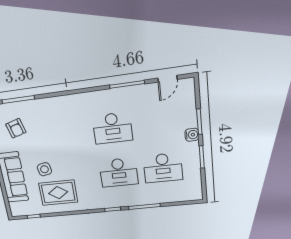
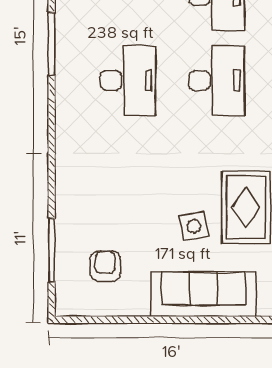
armchair: (16, 128) -> (105, 266), turned -74

